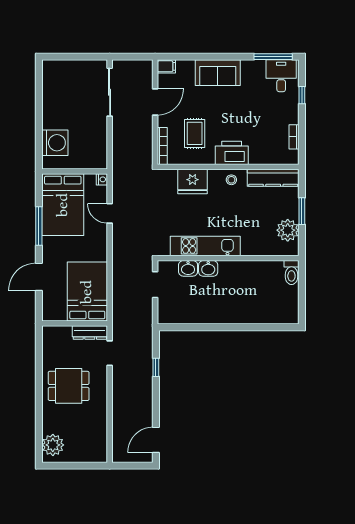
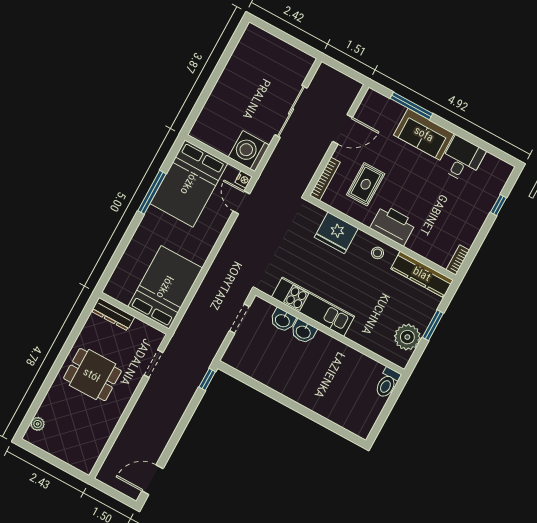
window: (273, 57) -> (411, 106), moved
filing cabinet: (166, 66) -> (374, 99), removed
desk: (281, 76) -> (462, 159), moved
sliding door: (110, 92) -> (291, 111), moved
bookcase: (294, 137) -> (458, 260), moved
washing machine: (55, 143) -> (249, 151), moved, turned 180
door: (110, 213) -> (241, 202), moved
door: (39, 277) -> (123, 245), removed
dresser: (90, 333) -> (113, 314), moved
window: (156, 367) -> (207, 379), moved
plant: (53, 445) -> (38, 424), width x0.53, depth x0.53

